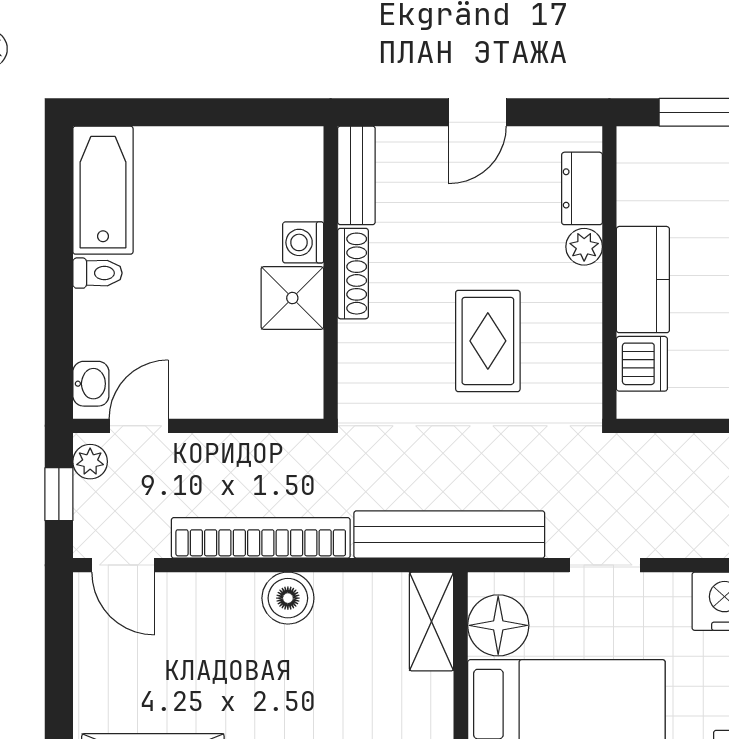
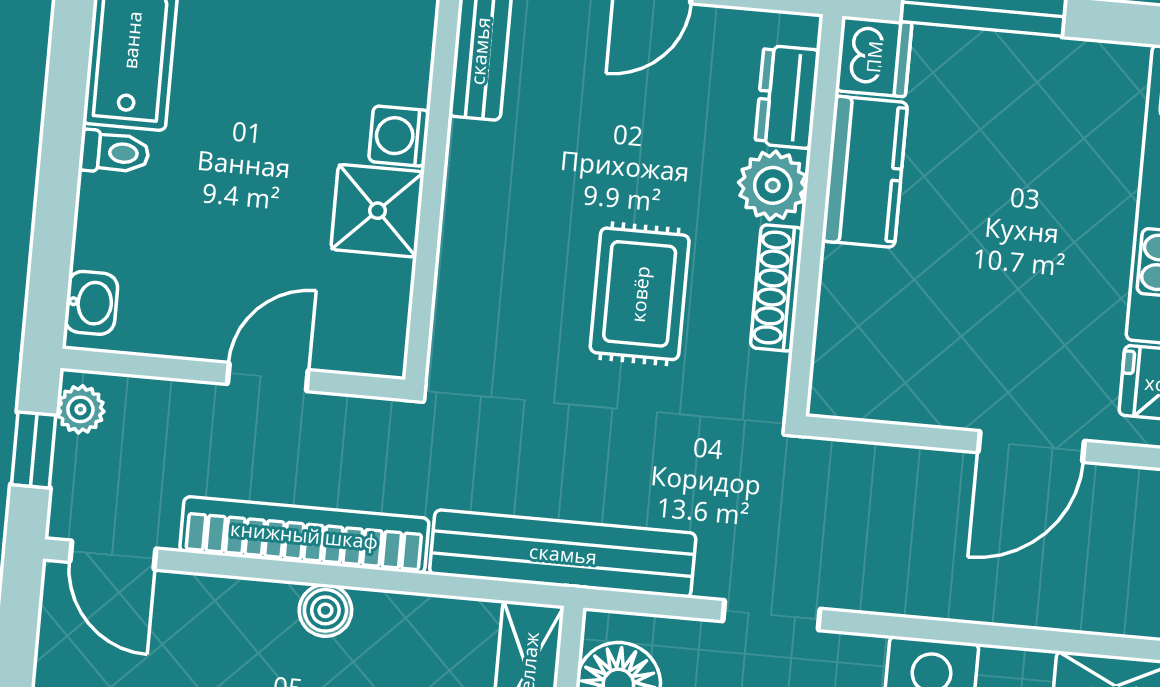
plant: (584, 247) -> (773, 185), width x1.38, depth x1.38
shoe rack: (353, 274) -> (777, 288), moved, turned 180
kitchen counter: (643, 280) -> (865, 172), moved
dishwasher: (642, 364) -> (874, 57), moved
door: (139, 426) -> (268, 377), moved
boiler: (288, 598) -> (325, 610), width x0.73, depth x0.73

